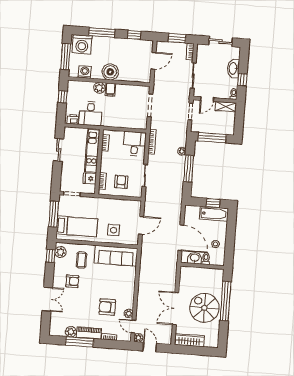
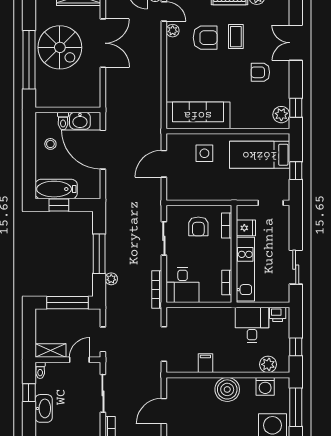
plant: (99, 88) -> (268, 364), moved
filing cabinet: (110, 89) -> (205, 363), moved
window: (54, 214) -> (296, 171), width x0.46
coffee table: (81, 260) -> (236, 37), moved

